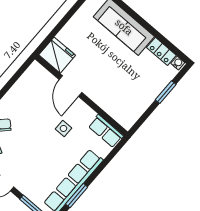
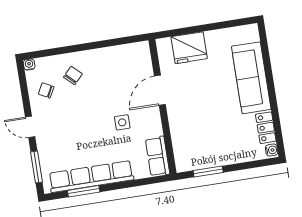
fridge: (57, 55) -> (189, 48), moved, turned 90
window: (166, 92) -> (208, 171), moved

